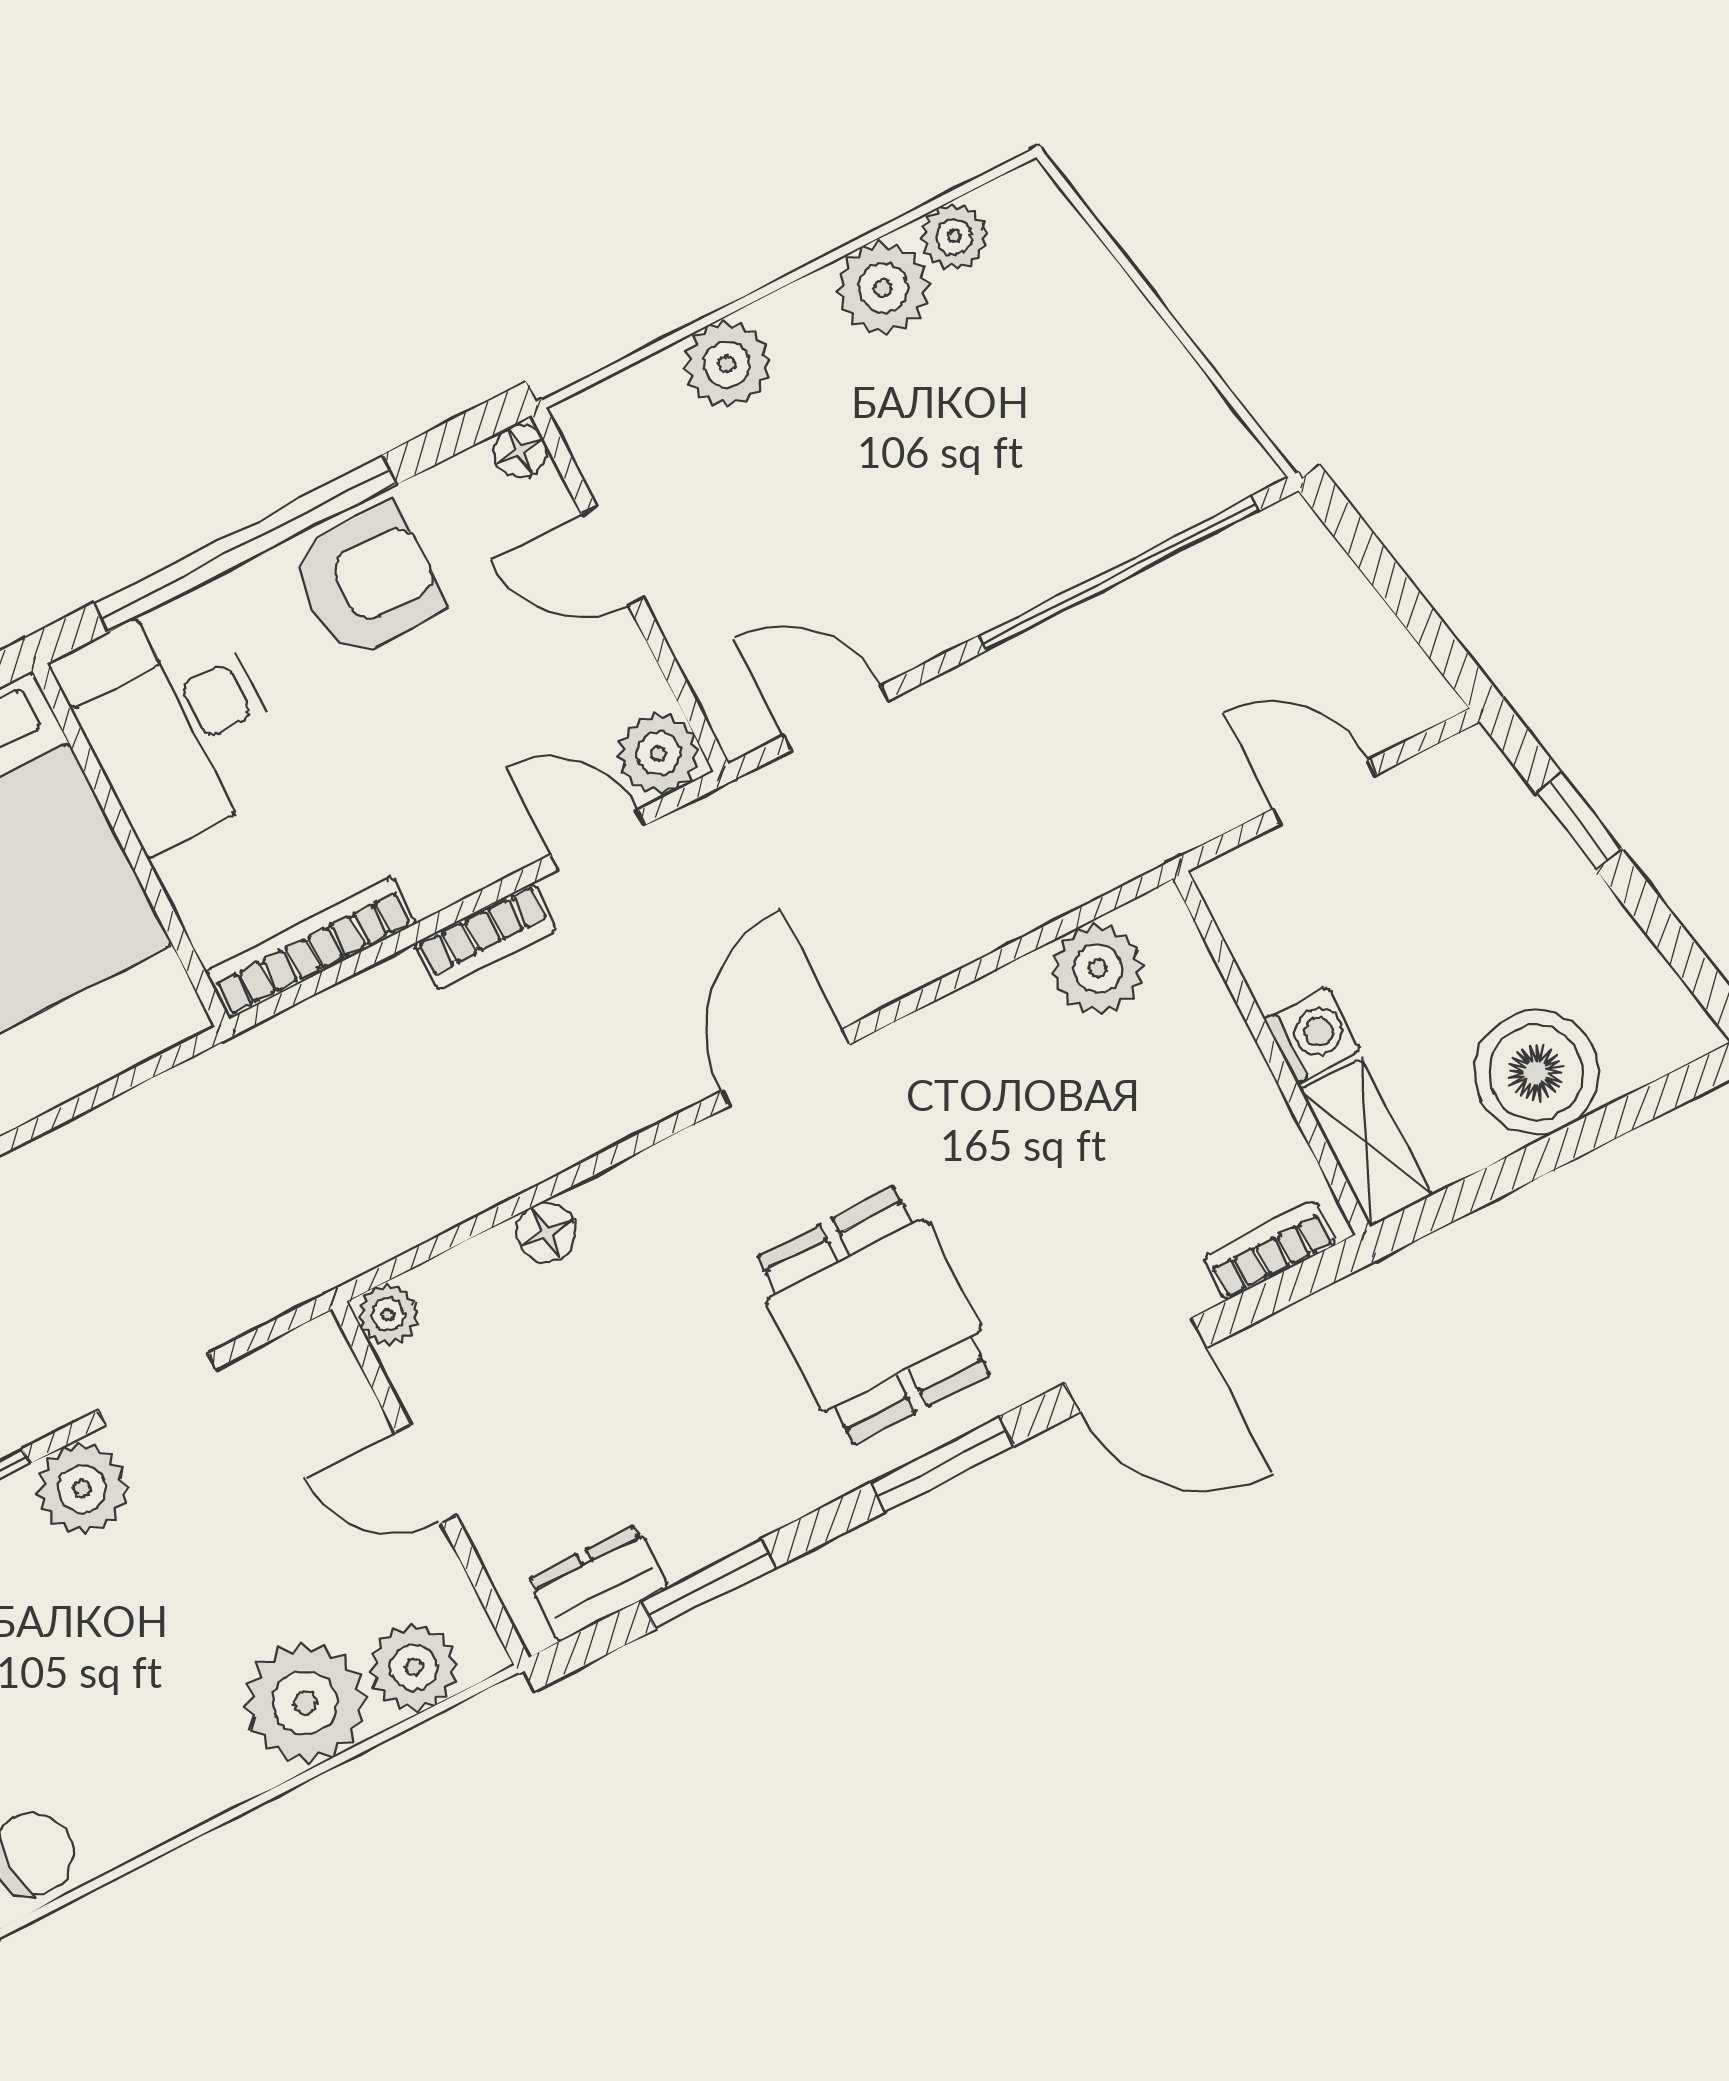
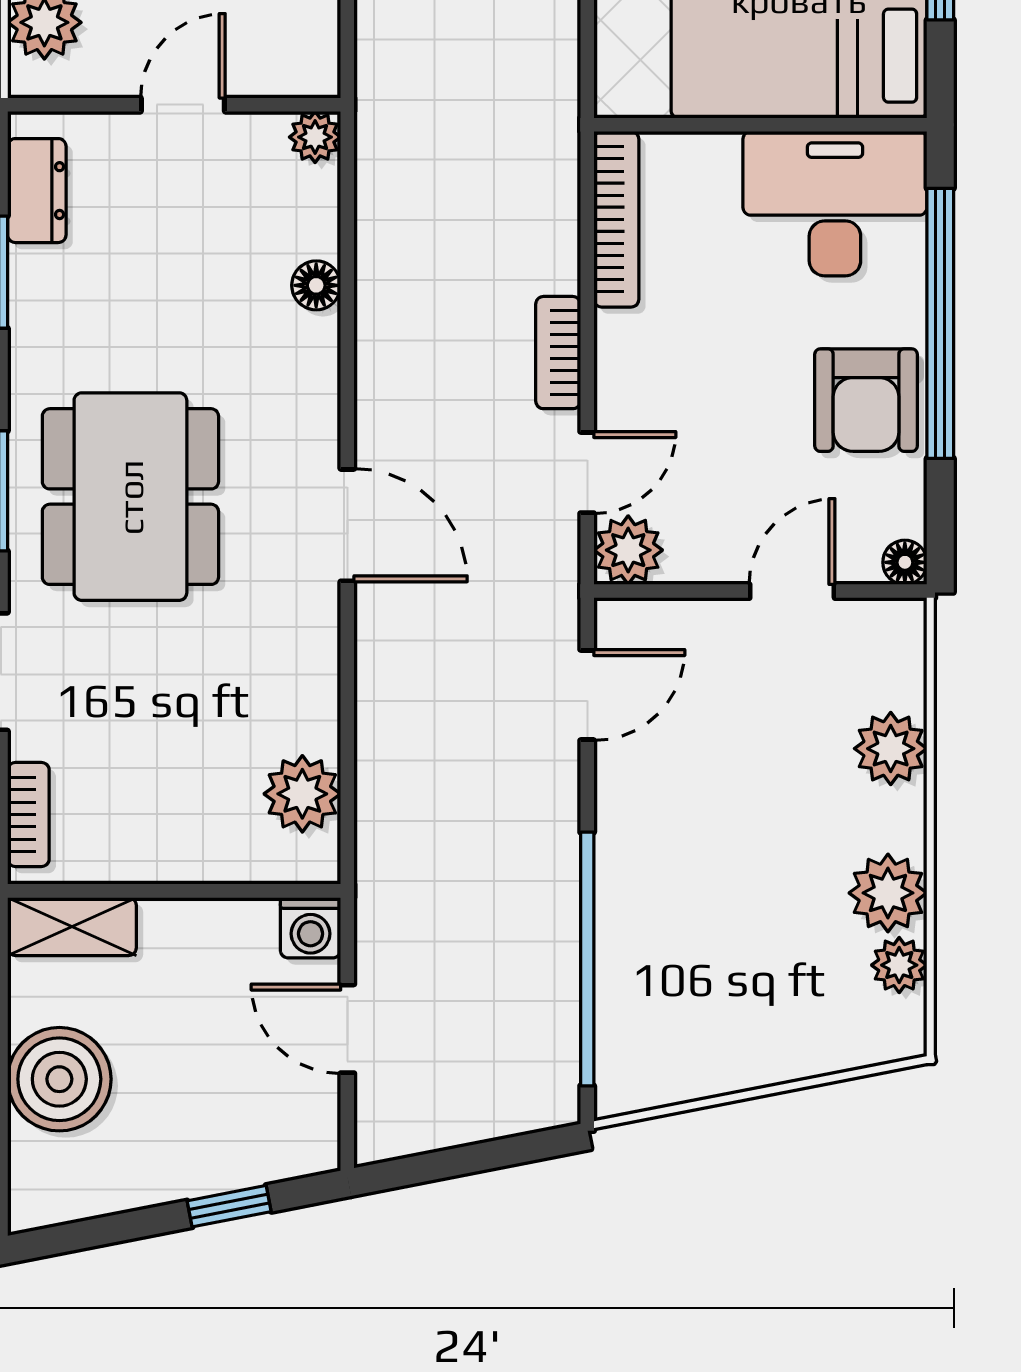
door: (1324, 792) -> (347, 1029), swing flipped
washing machine: (1312, 1035) -> (311, 928), moved
dining table: (874, 1315) -> (130, 497), width x1.38

